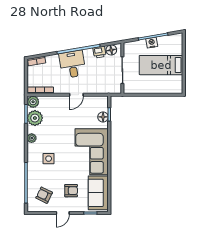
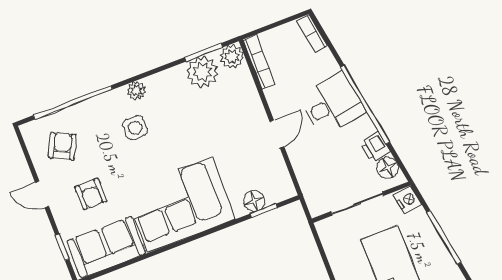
nightstand: (152, 43) -> (408, 200), moved
door: (76, 95) -> (277, 134), swing flipped
plant: (32, 138) -> (136, 91), moved

